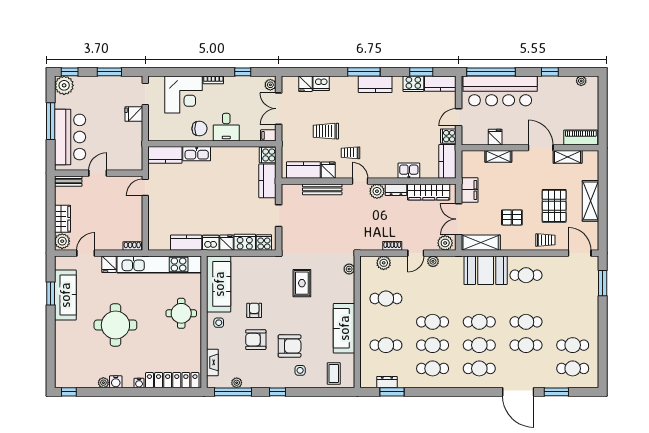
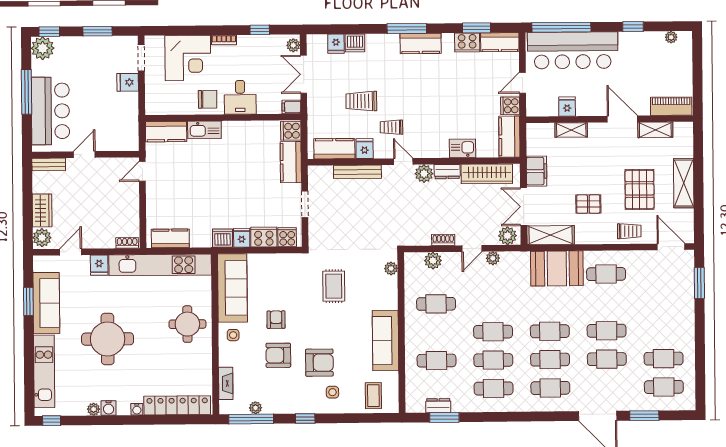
kitchen counter: (186, 243) -> (170, 238), moved
kitchen unit: (63, 351) -> (44, 371), added

